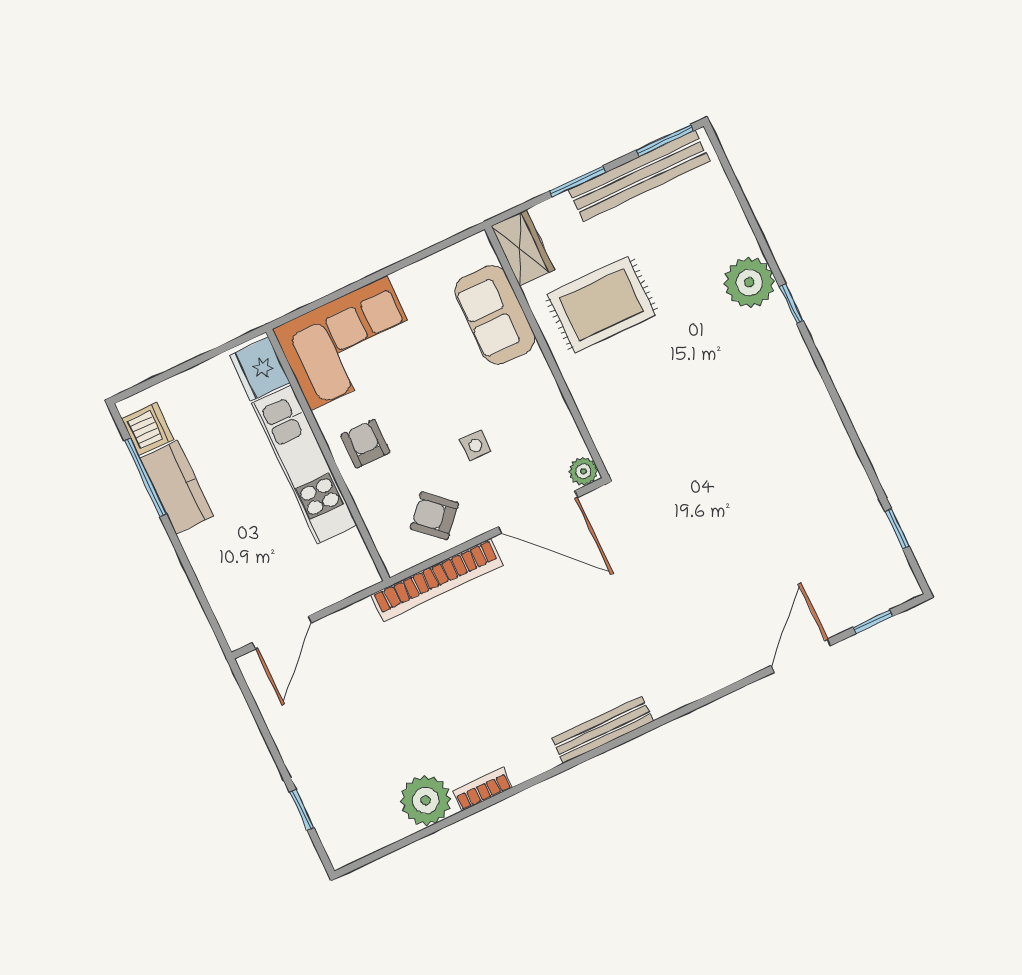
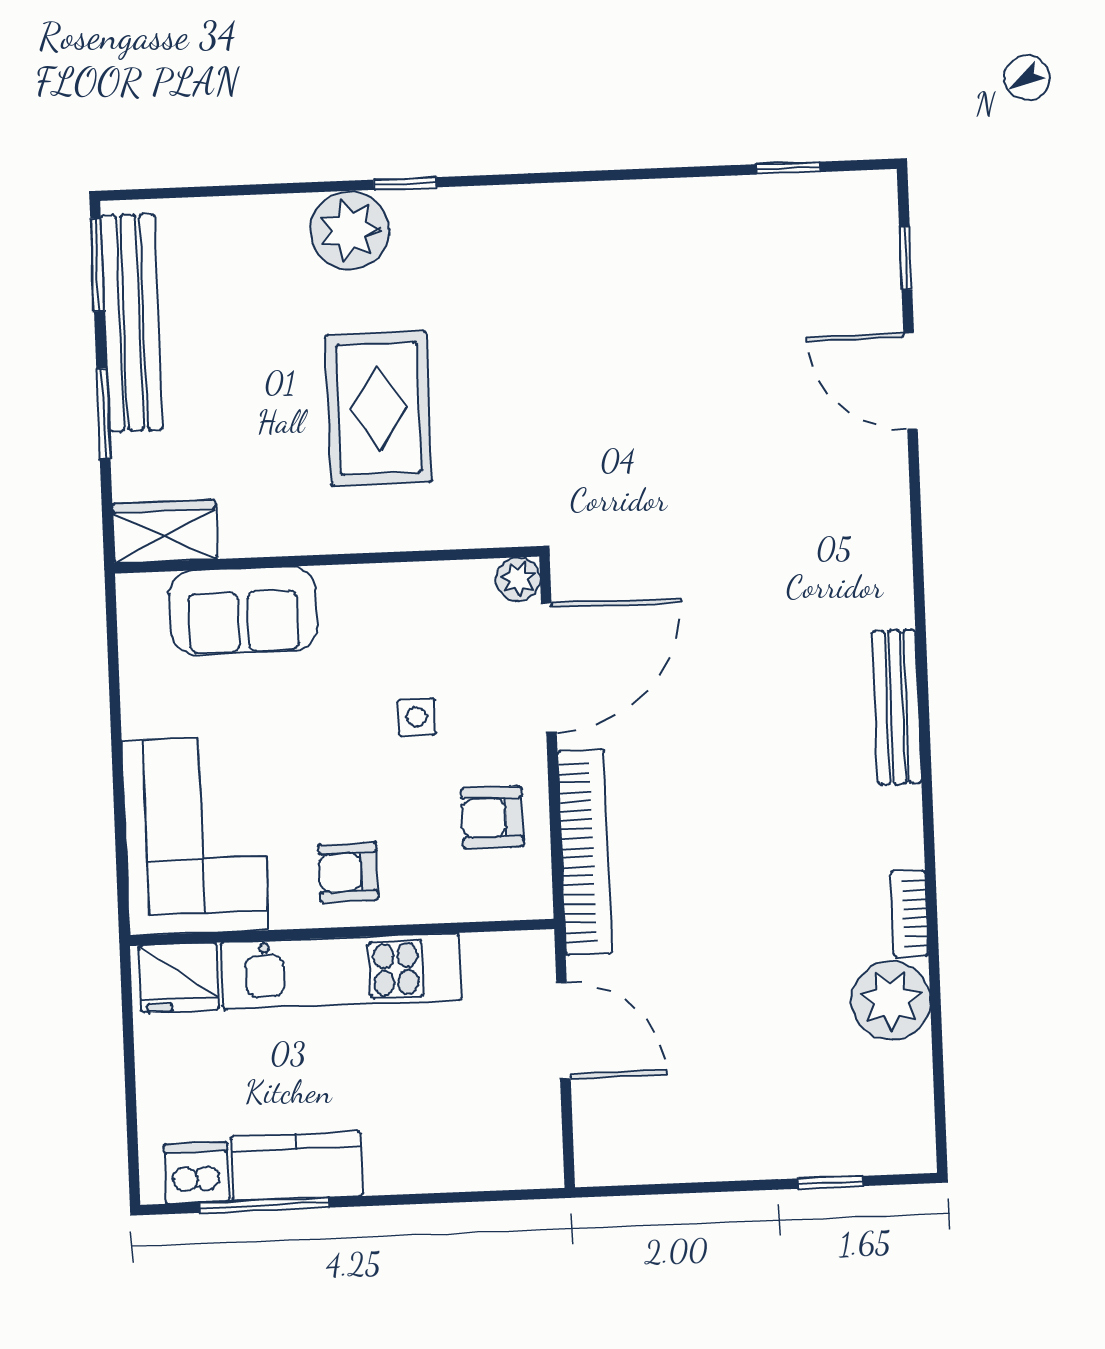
rug: (601, 305) -> (379, 408), moved
armchair: (434, 516) -> (492, 818), turned 48
door: (282, 633) -> (563, 1031), moved

